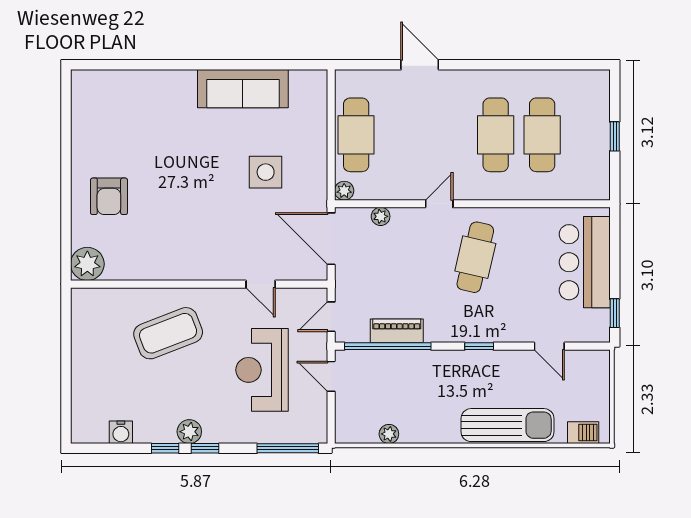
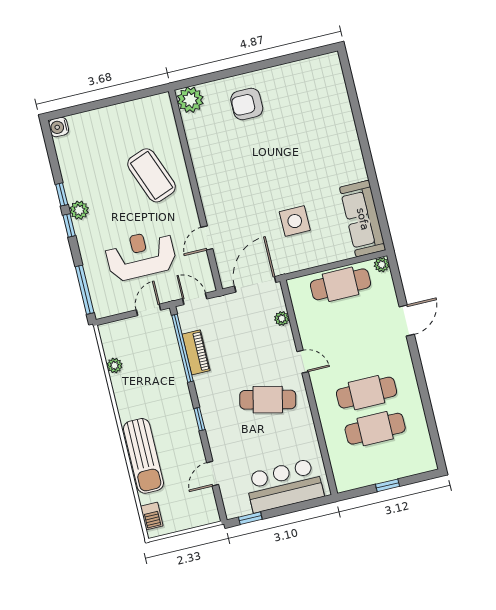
sofa: (243, 89) -> (363, 219), moved
plant: (344, 191) -> (382, 265), moved
water cooler: (121, 432) -> (59, 127), moved

